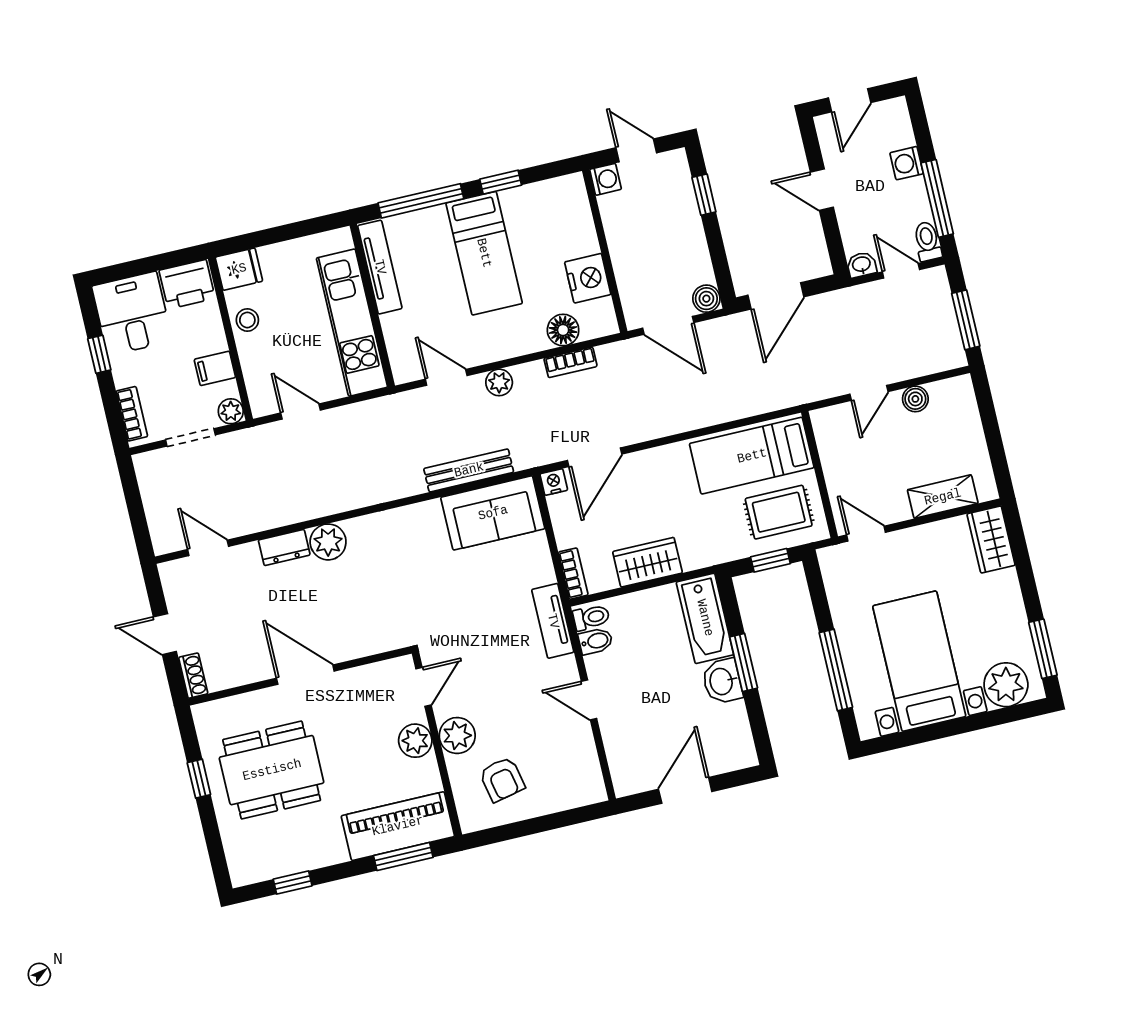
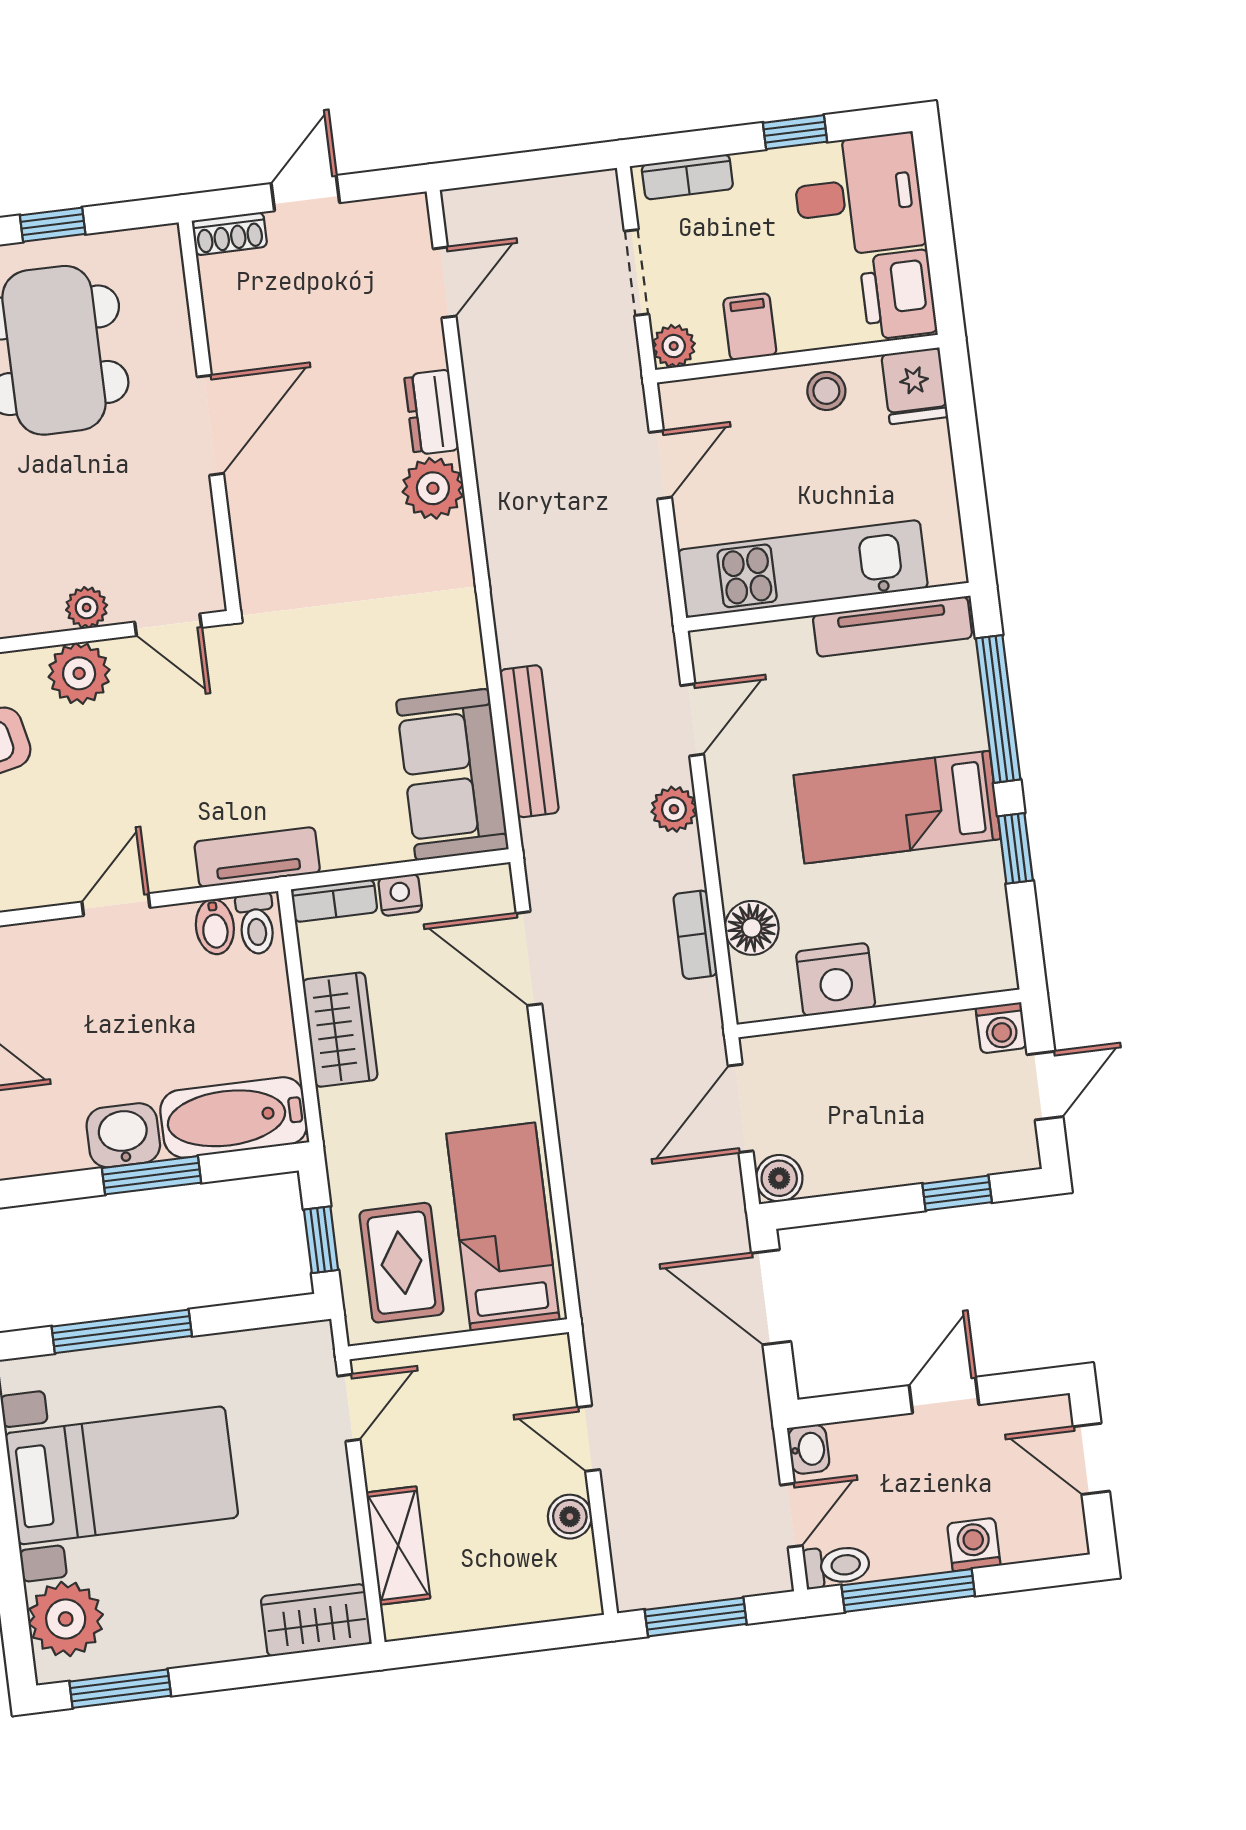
nightstand: (554, 482) -> (400, 895), moved, turned -90
plant: (415, 741) -> (87, 608), width x0.73, depth x0.73

